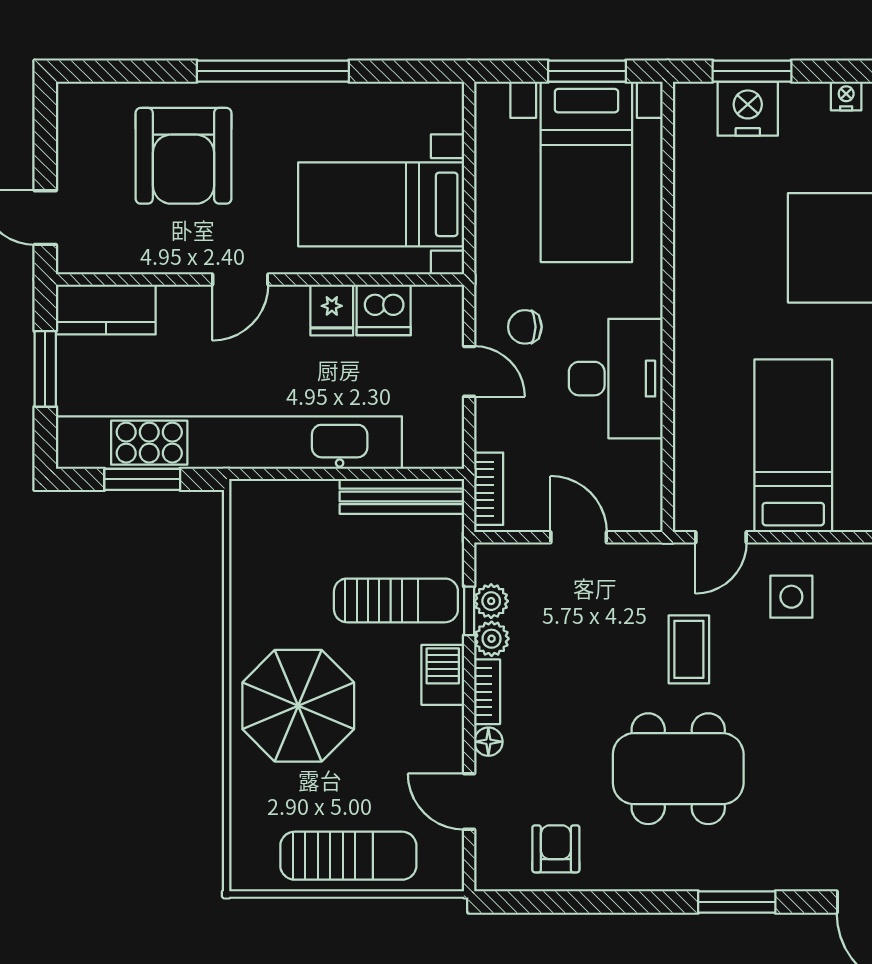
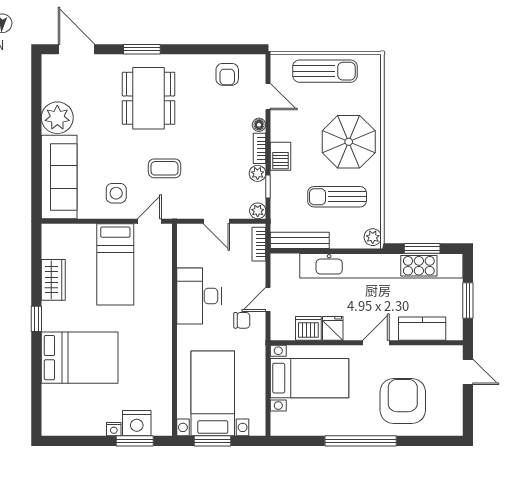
nightstand: (846, 96) -> (114, 429), moved
kitchen counter: (106, 310) -> (422, 329), moved
door: (469, 371) -> (268, 299), hinge flipped
plant: (247, 503) -> (373, 237), added
sun lounger: (396, 600) -> (337, 197), moved
plant: (491, 601) -> (258, 211), moved
coffee table: (689, 649) -> (164, 168), turned 90
dining table: (678, 769) -> (149, 98), moved, turned 90
sun lounger: (348, 856) -> (325, 71), turned 180

